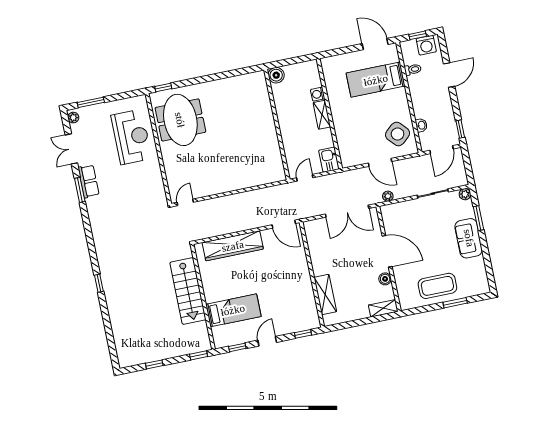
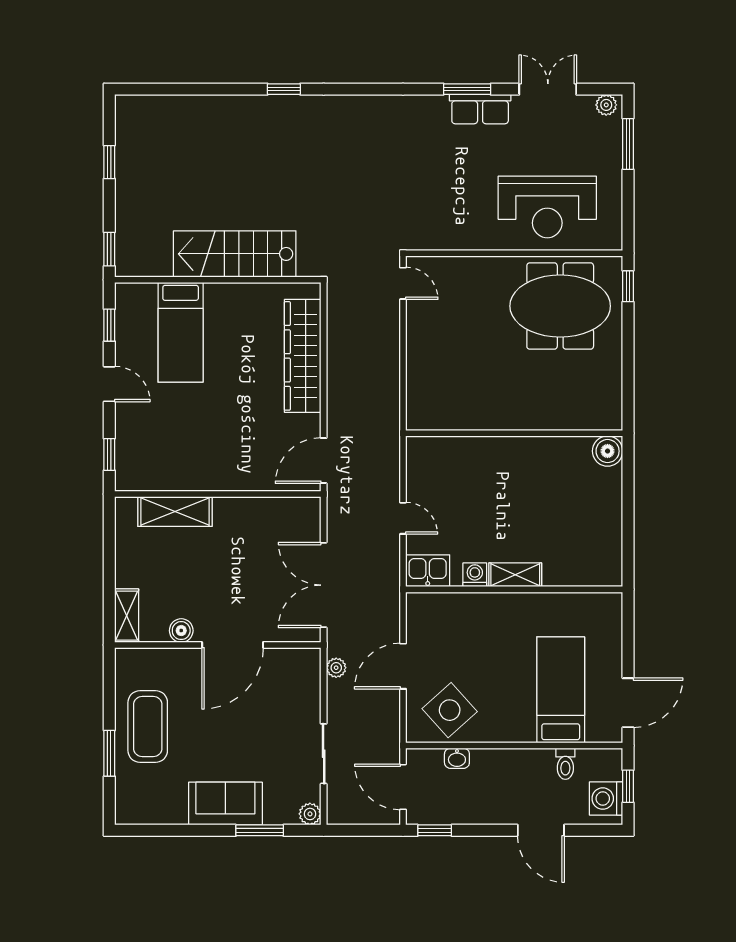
boiler: (276, 75) -> (608, 451), moved
washing machine: (318, 94) -> (475, 575), moved
wall: (277, 125) -> (514, 433), moved

